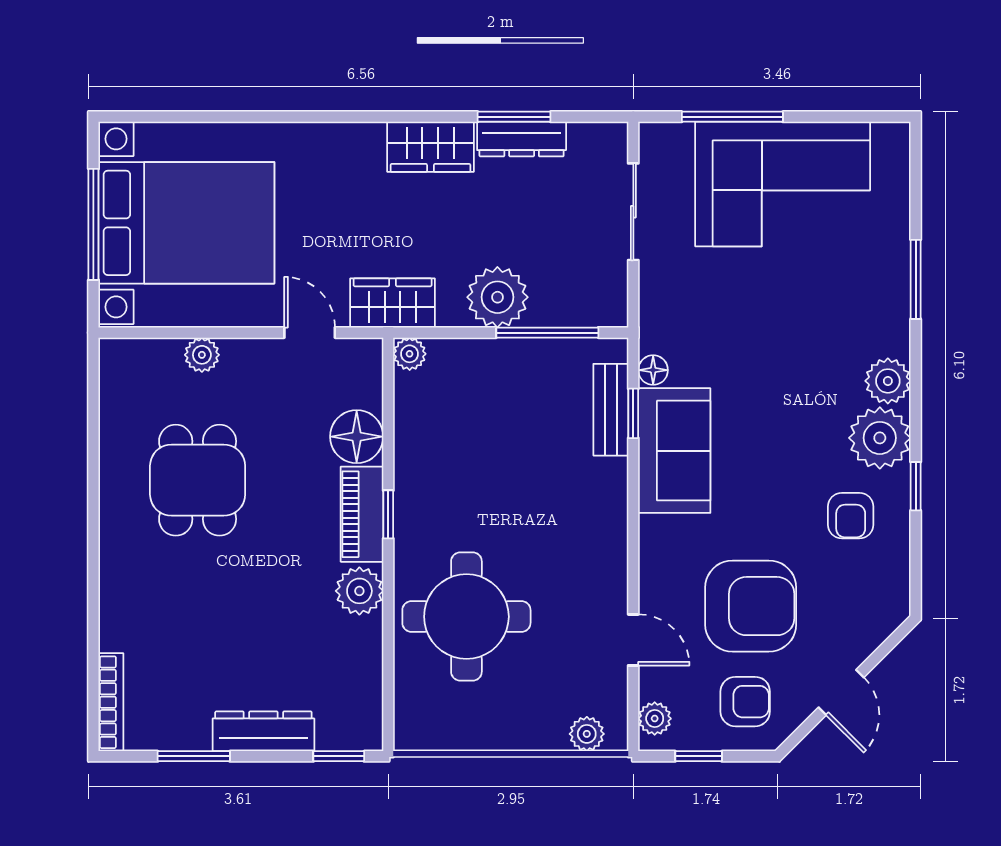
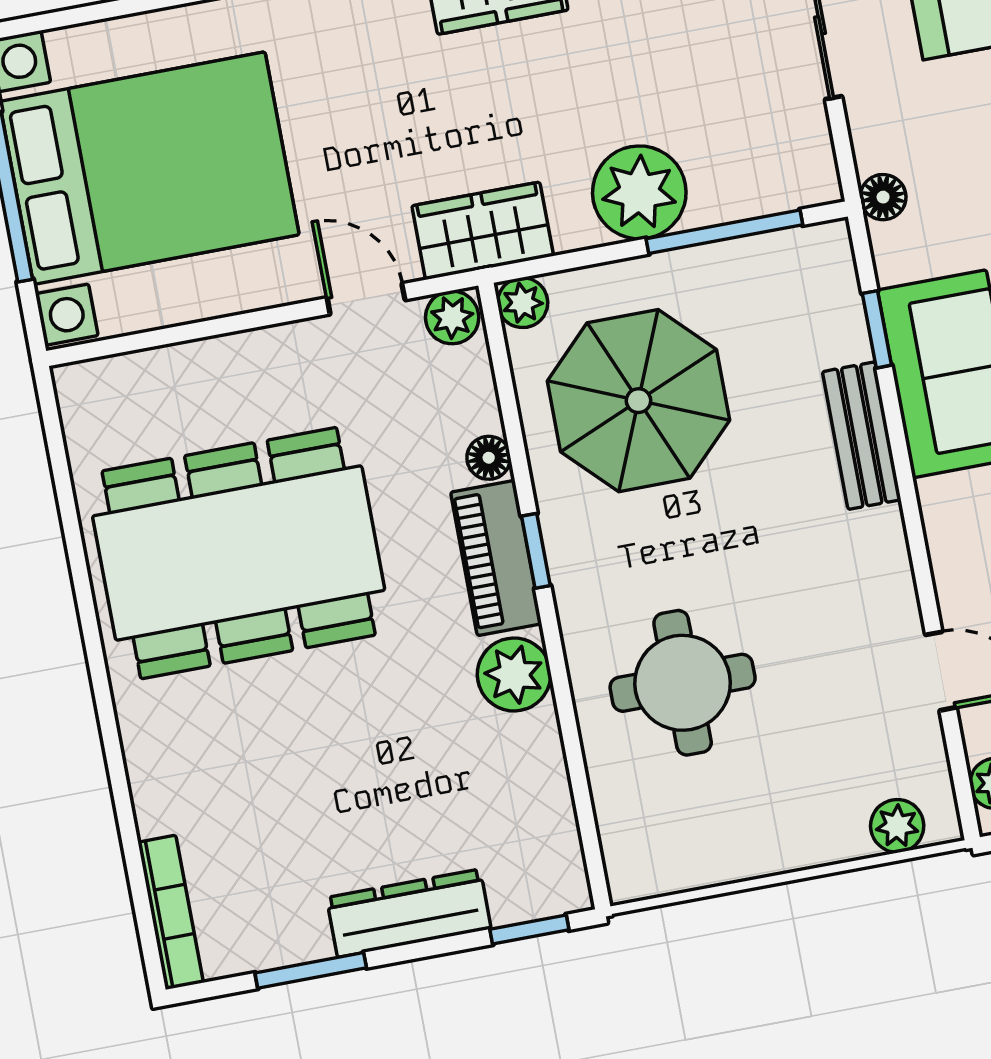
plant: (202, 355) -> (452, 317), moved
floor lamp: (653, 370) -> (883, 197), moved
bench: (611, 410) -> (862, 436), moved
parasol: (472, 430) -> (638, 401), added
floor lamp: (357, 437) -> (489, 458), width x0.53, depth x0.53
dining table: (198, 480) -> (239, 553), width x1.88, depth x1.24
round table: (466, 617) -> (683, 683), width x0.73, depth x0.73

